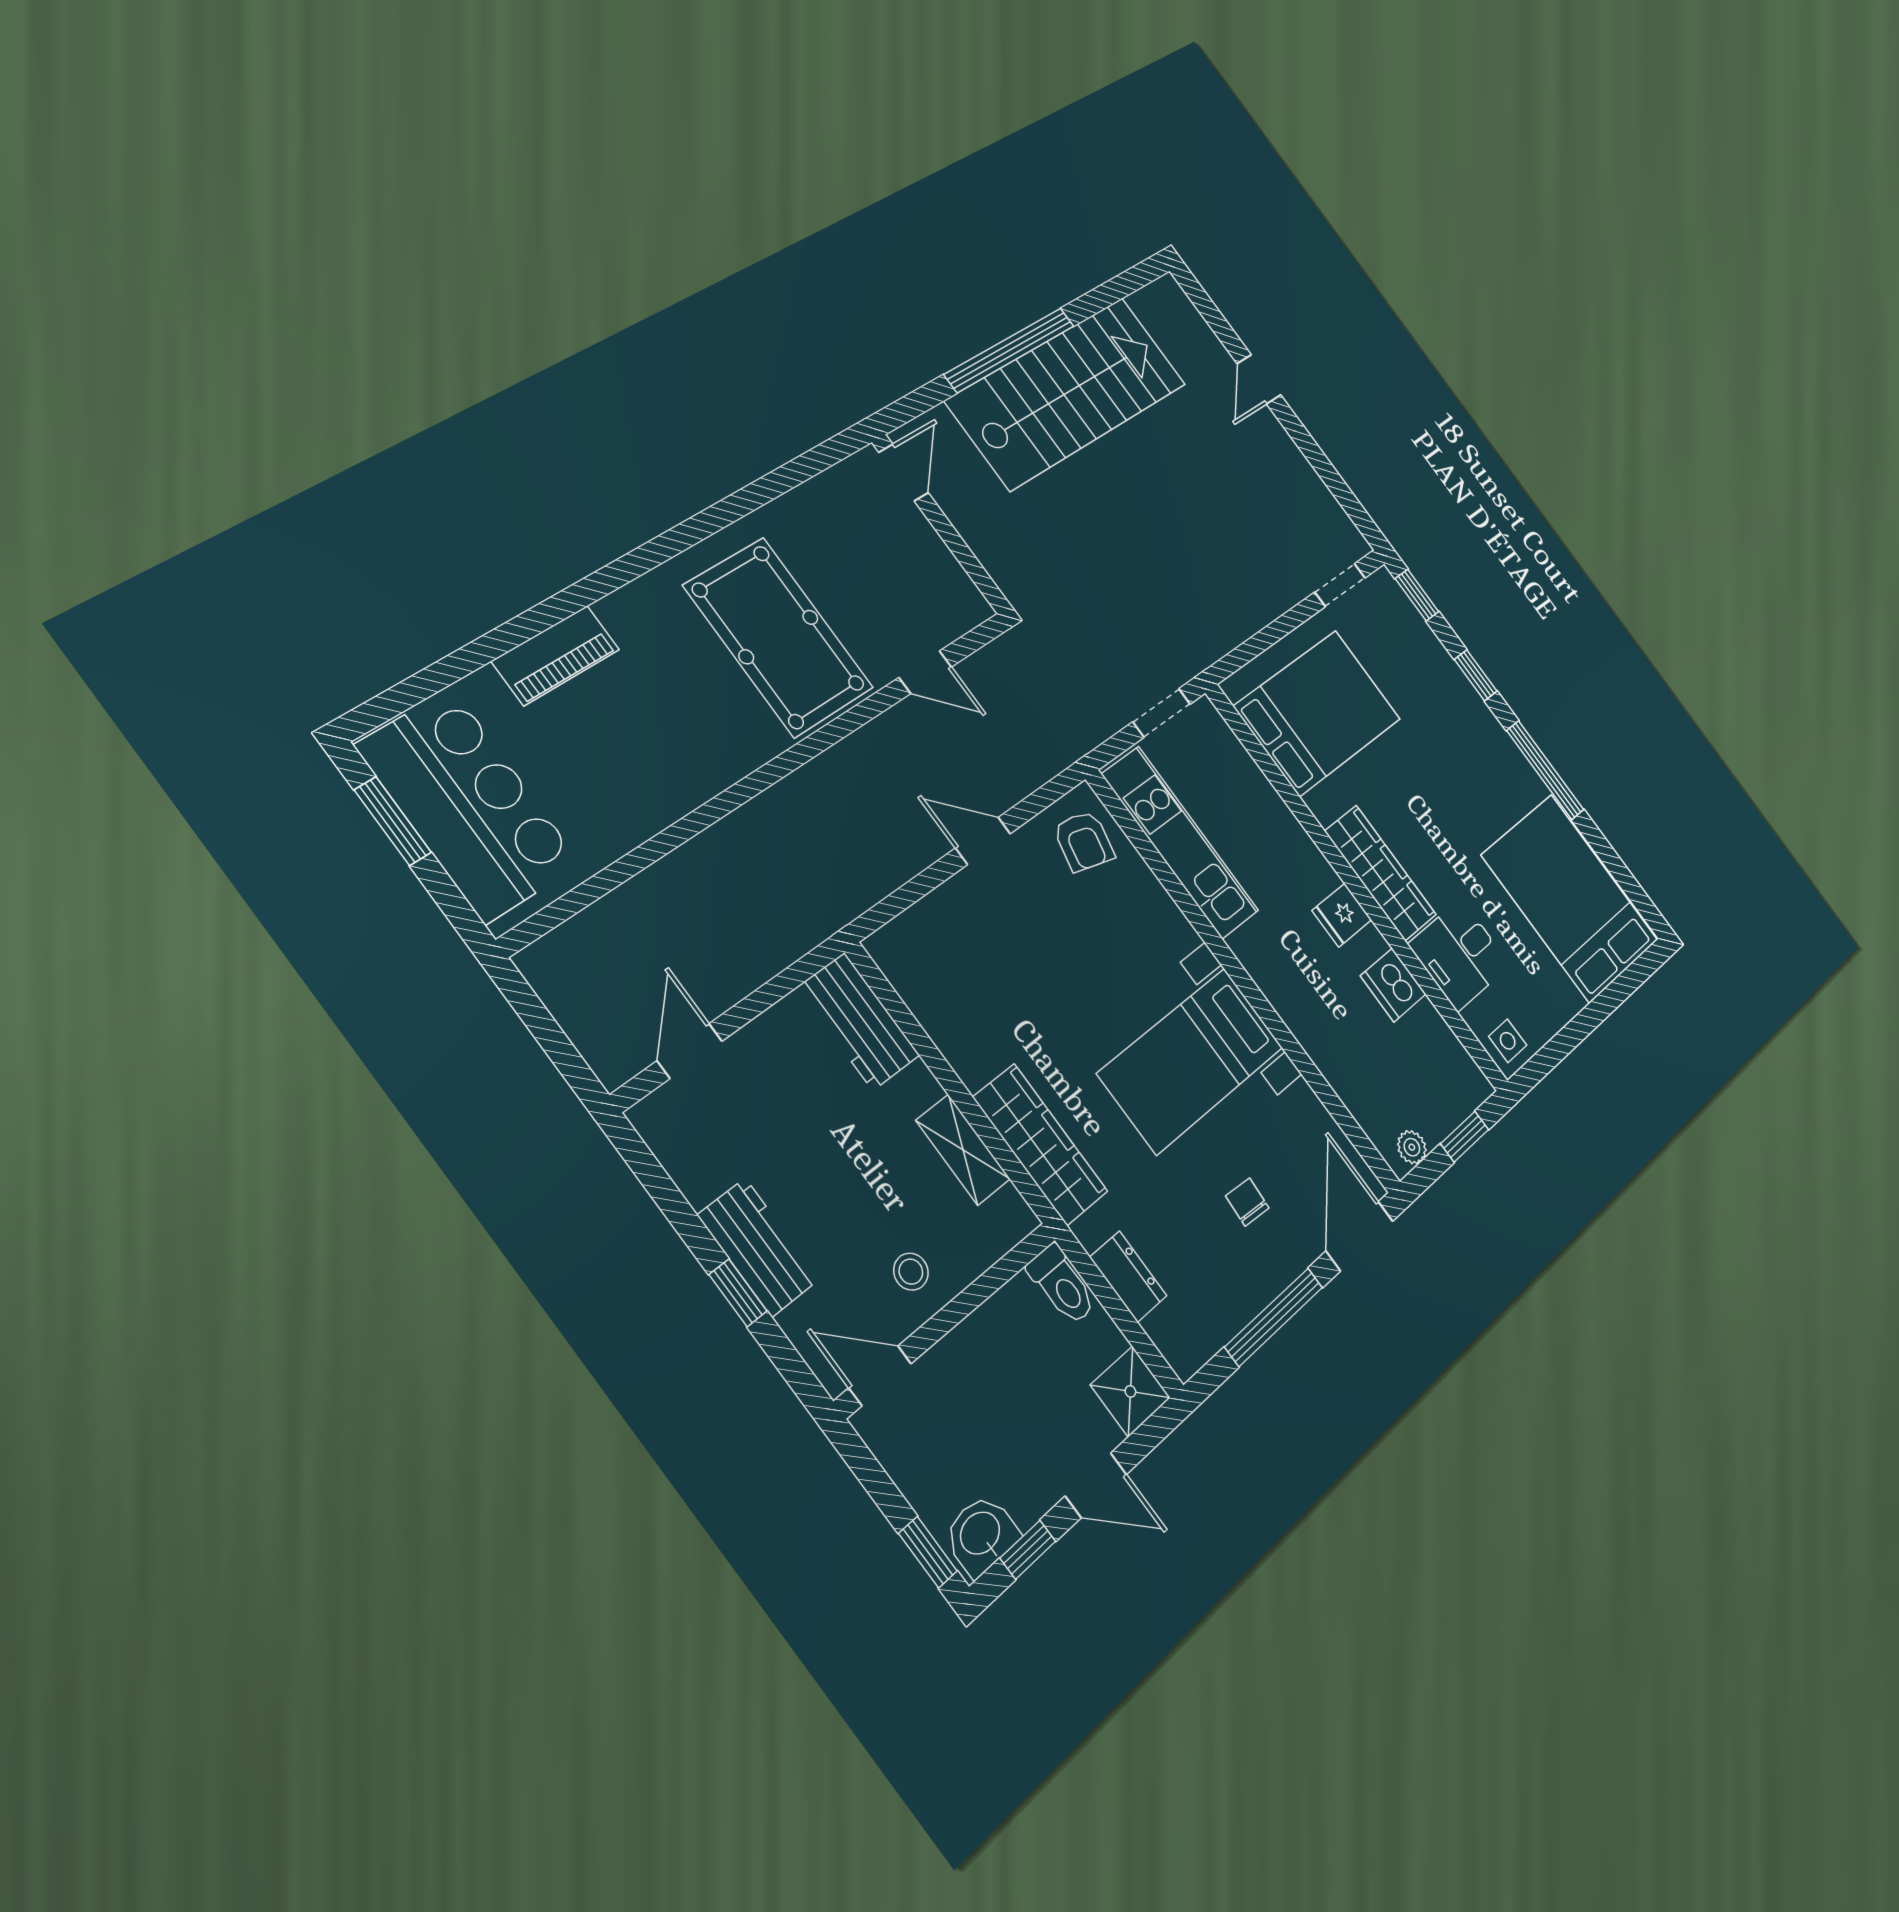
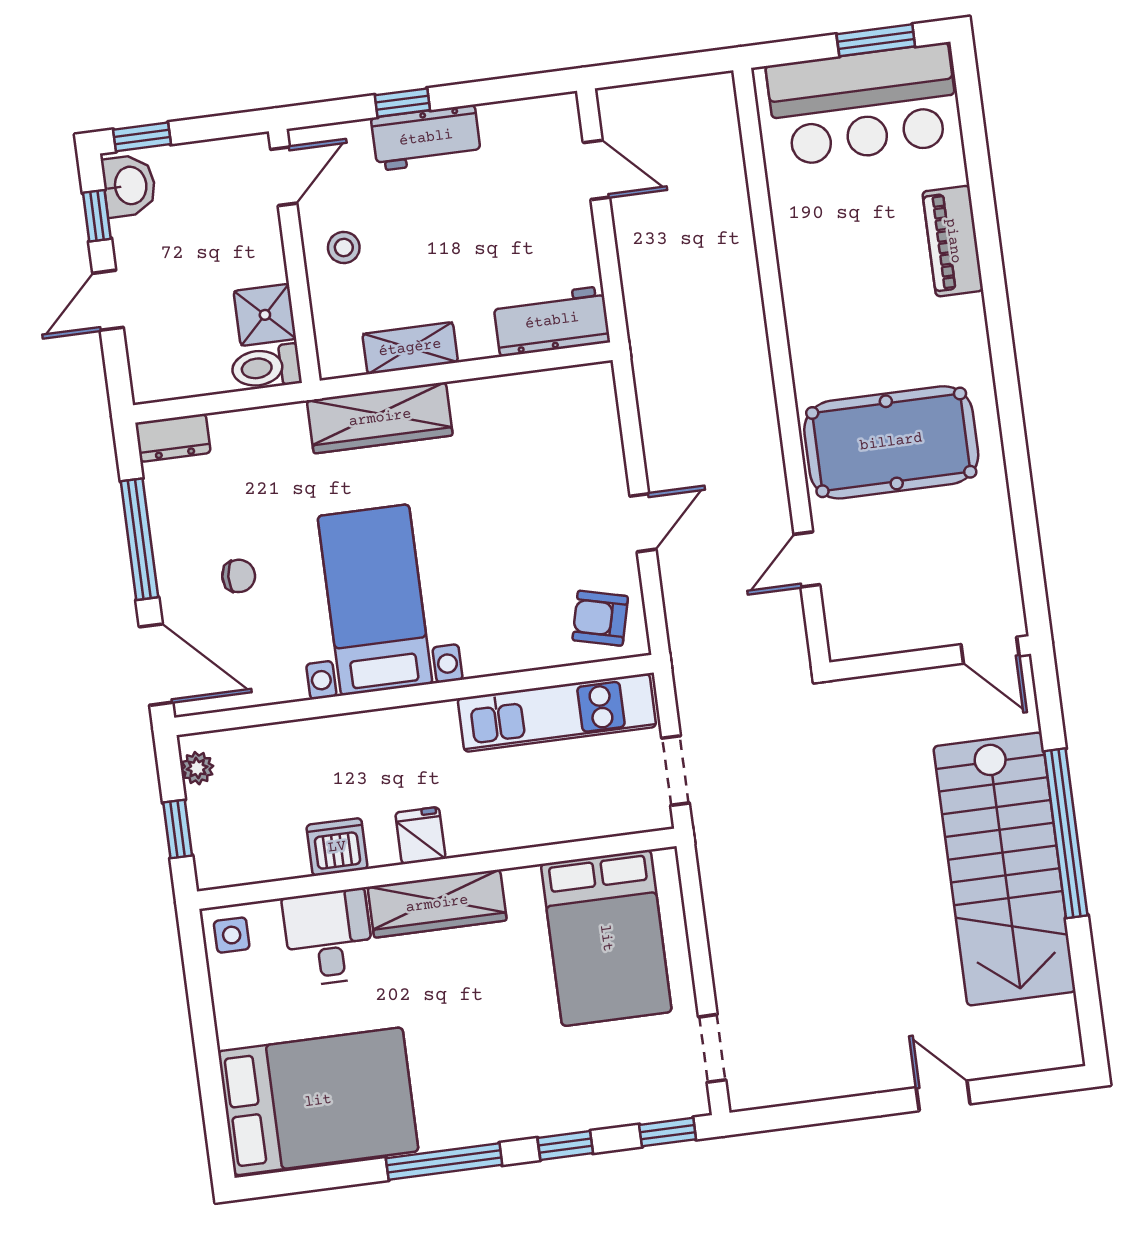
dresser: (1128, 1277) -> (173, 438), moved
shower: (1130, 1391) -> (265, 315), moved

